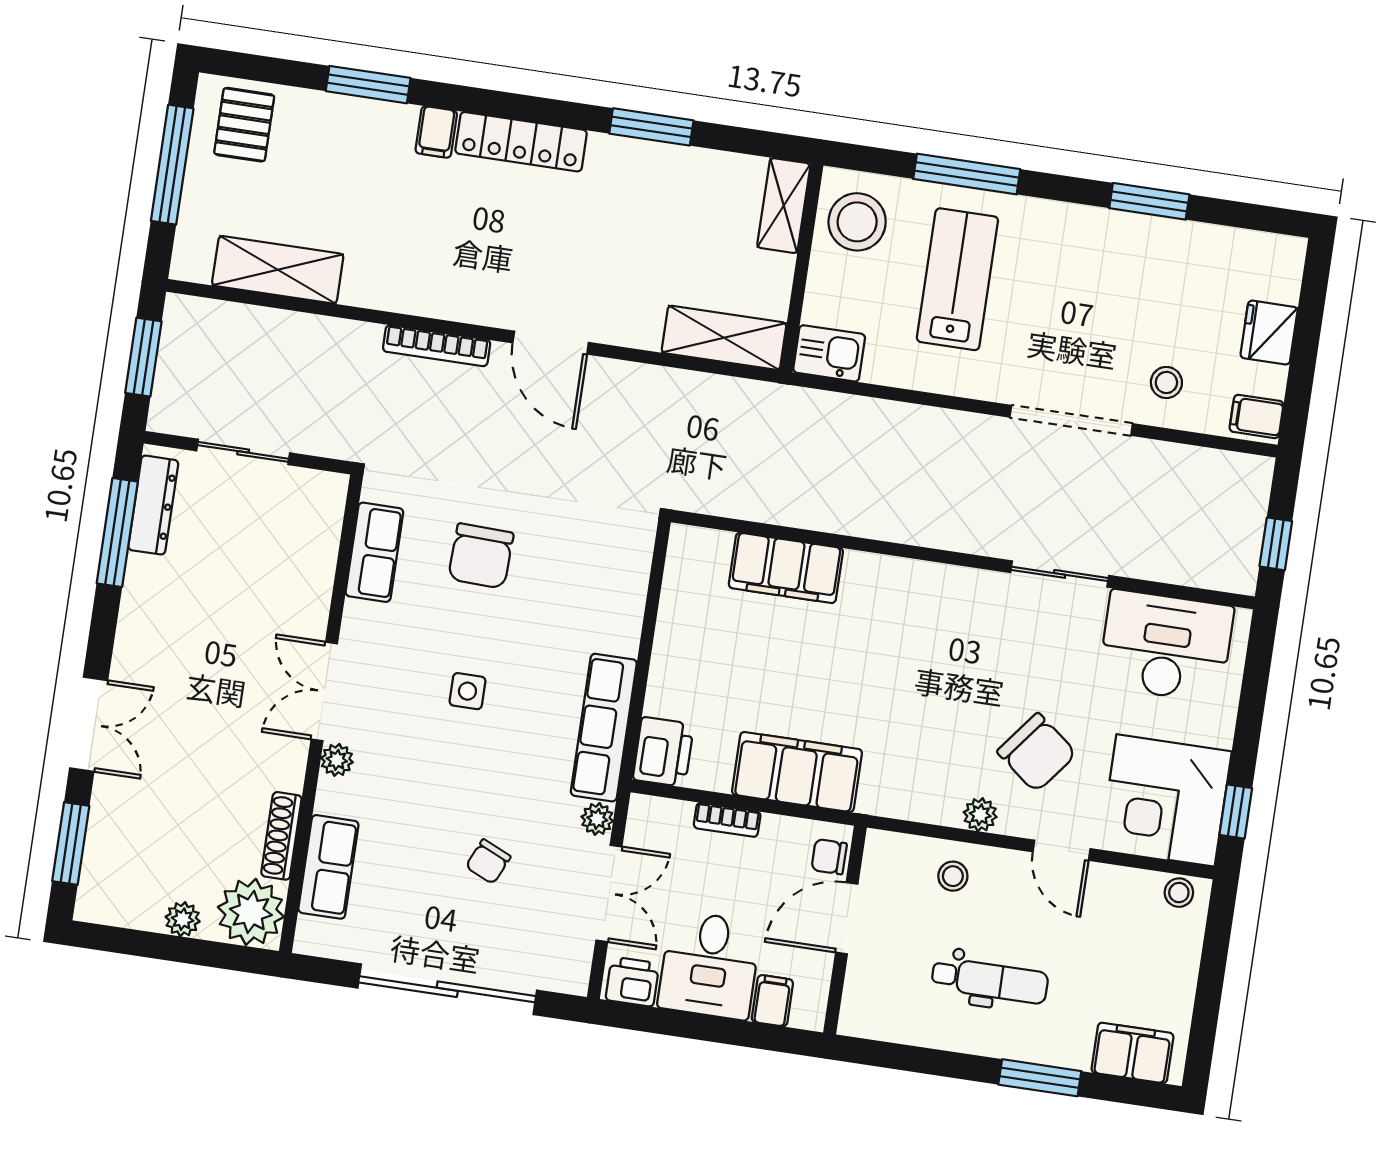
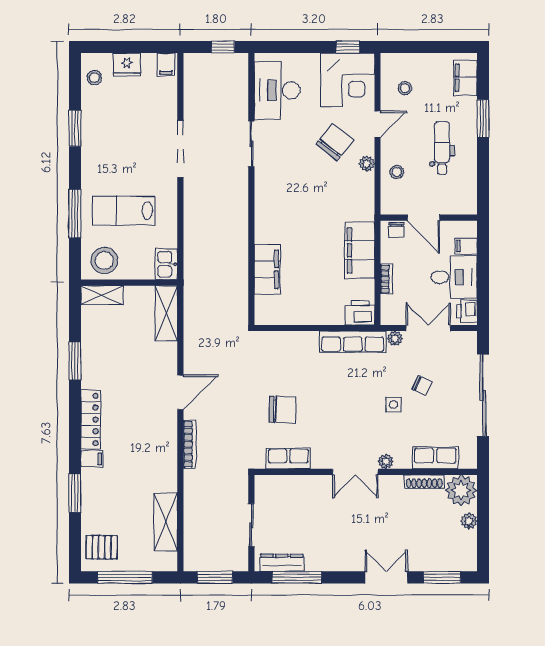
stool: (1166, 382) -> (94, 78), moved
side table: (467, 691) -> (393, 404), moved
stool: (1179, 893) -> (405, 88), moved

